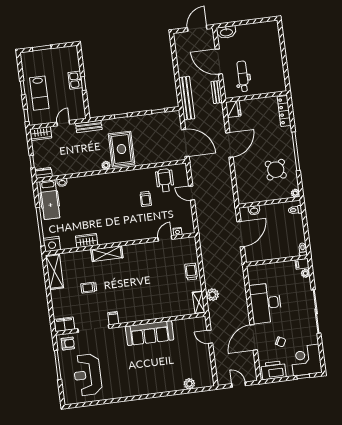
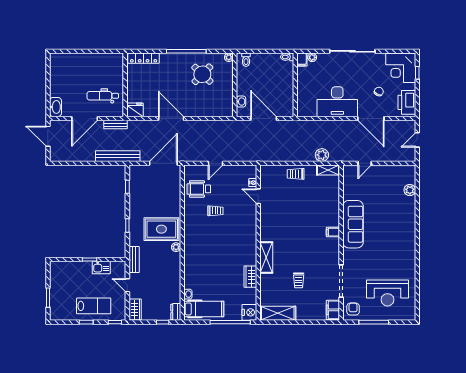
kitchen sink: (75, 80) -> (101, 268), moved
filing cabinet: (113, 318) -> (333, 232), moved

